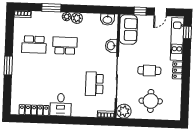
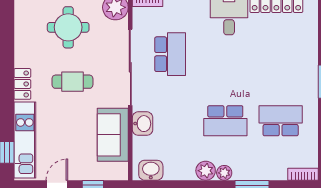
sofa: (128, 30) -> (113, 135), moved

